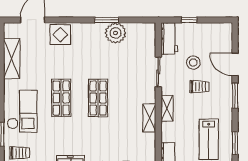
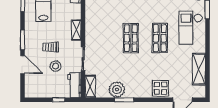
shelving: (149, 118) -> (90, 86), moved

